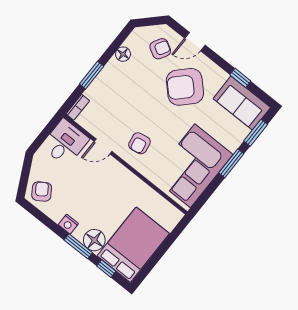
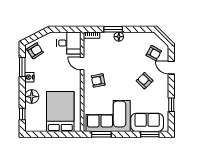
floor lamp: (123, 54) -> (119, 37), moved
armchair: (185, 87) -> (145, 81), width x0.53, depth x0.53
sofa: (242, 103) -> (147, 122), moved, turned 90
window: (231, 163) -> (101, 134), moved
bed: (133, 245) -> (60, 112), moved, turned -90
window: (78, 246) -> (22, 67), moved

